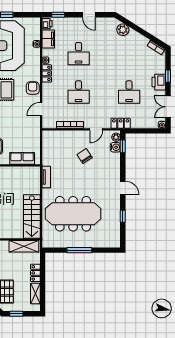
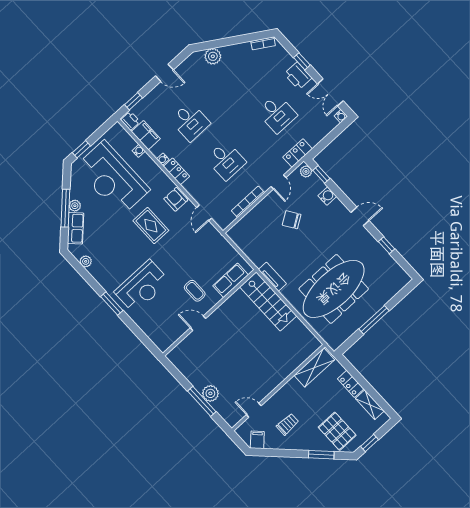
water cooler: (115, 147) -> (327, 196), moved
stairs: (32, 216) -> (268, 301), moved

